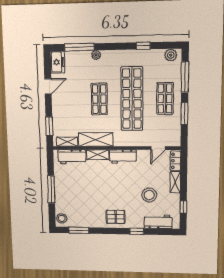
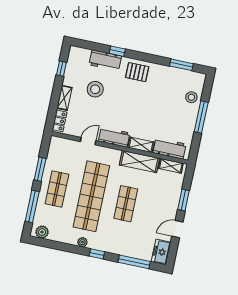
window: (143, 46) -> (97, 254), moved
plant: (96, 55) -> (82, 242), moved
window: (49, 126) -> (184, 200), moved
door: (158, 148) -> (88, 141), moved
stool: (62, 218) -> (191, 97), moved
workbench: (158, 222) -> (105, 60), moved

